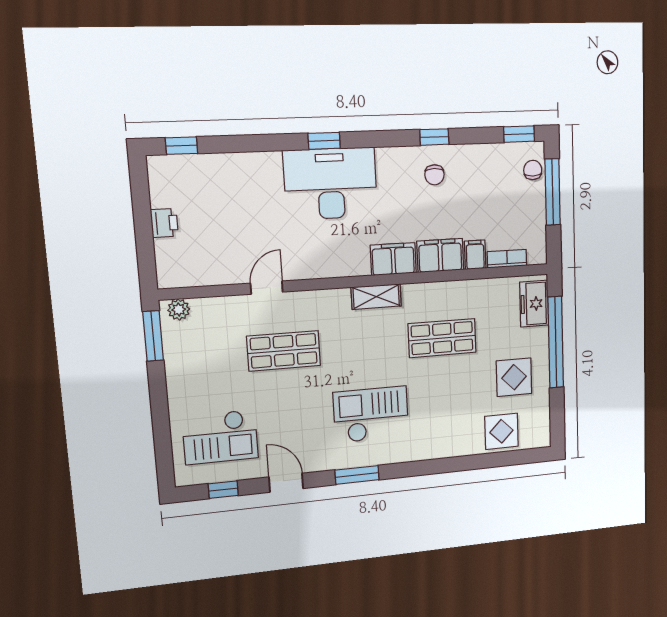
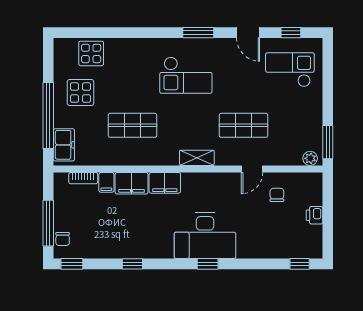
chair: (434, 175) -> (277, 195), moved
shelving: (376, 297) -> (197, 158), moved

